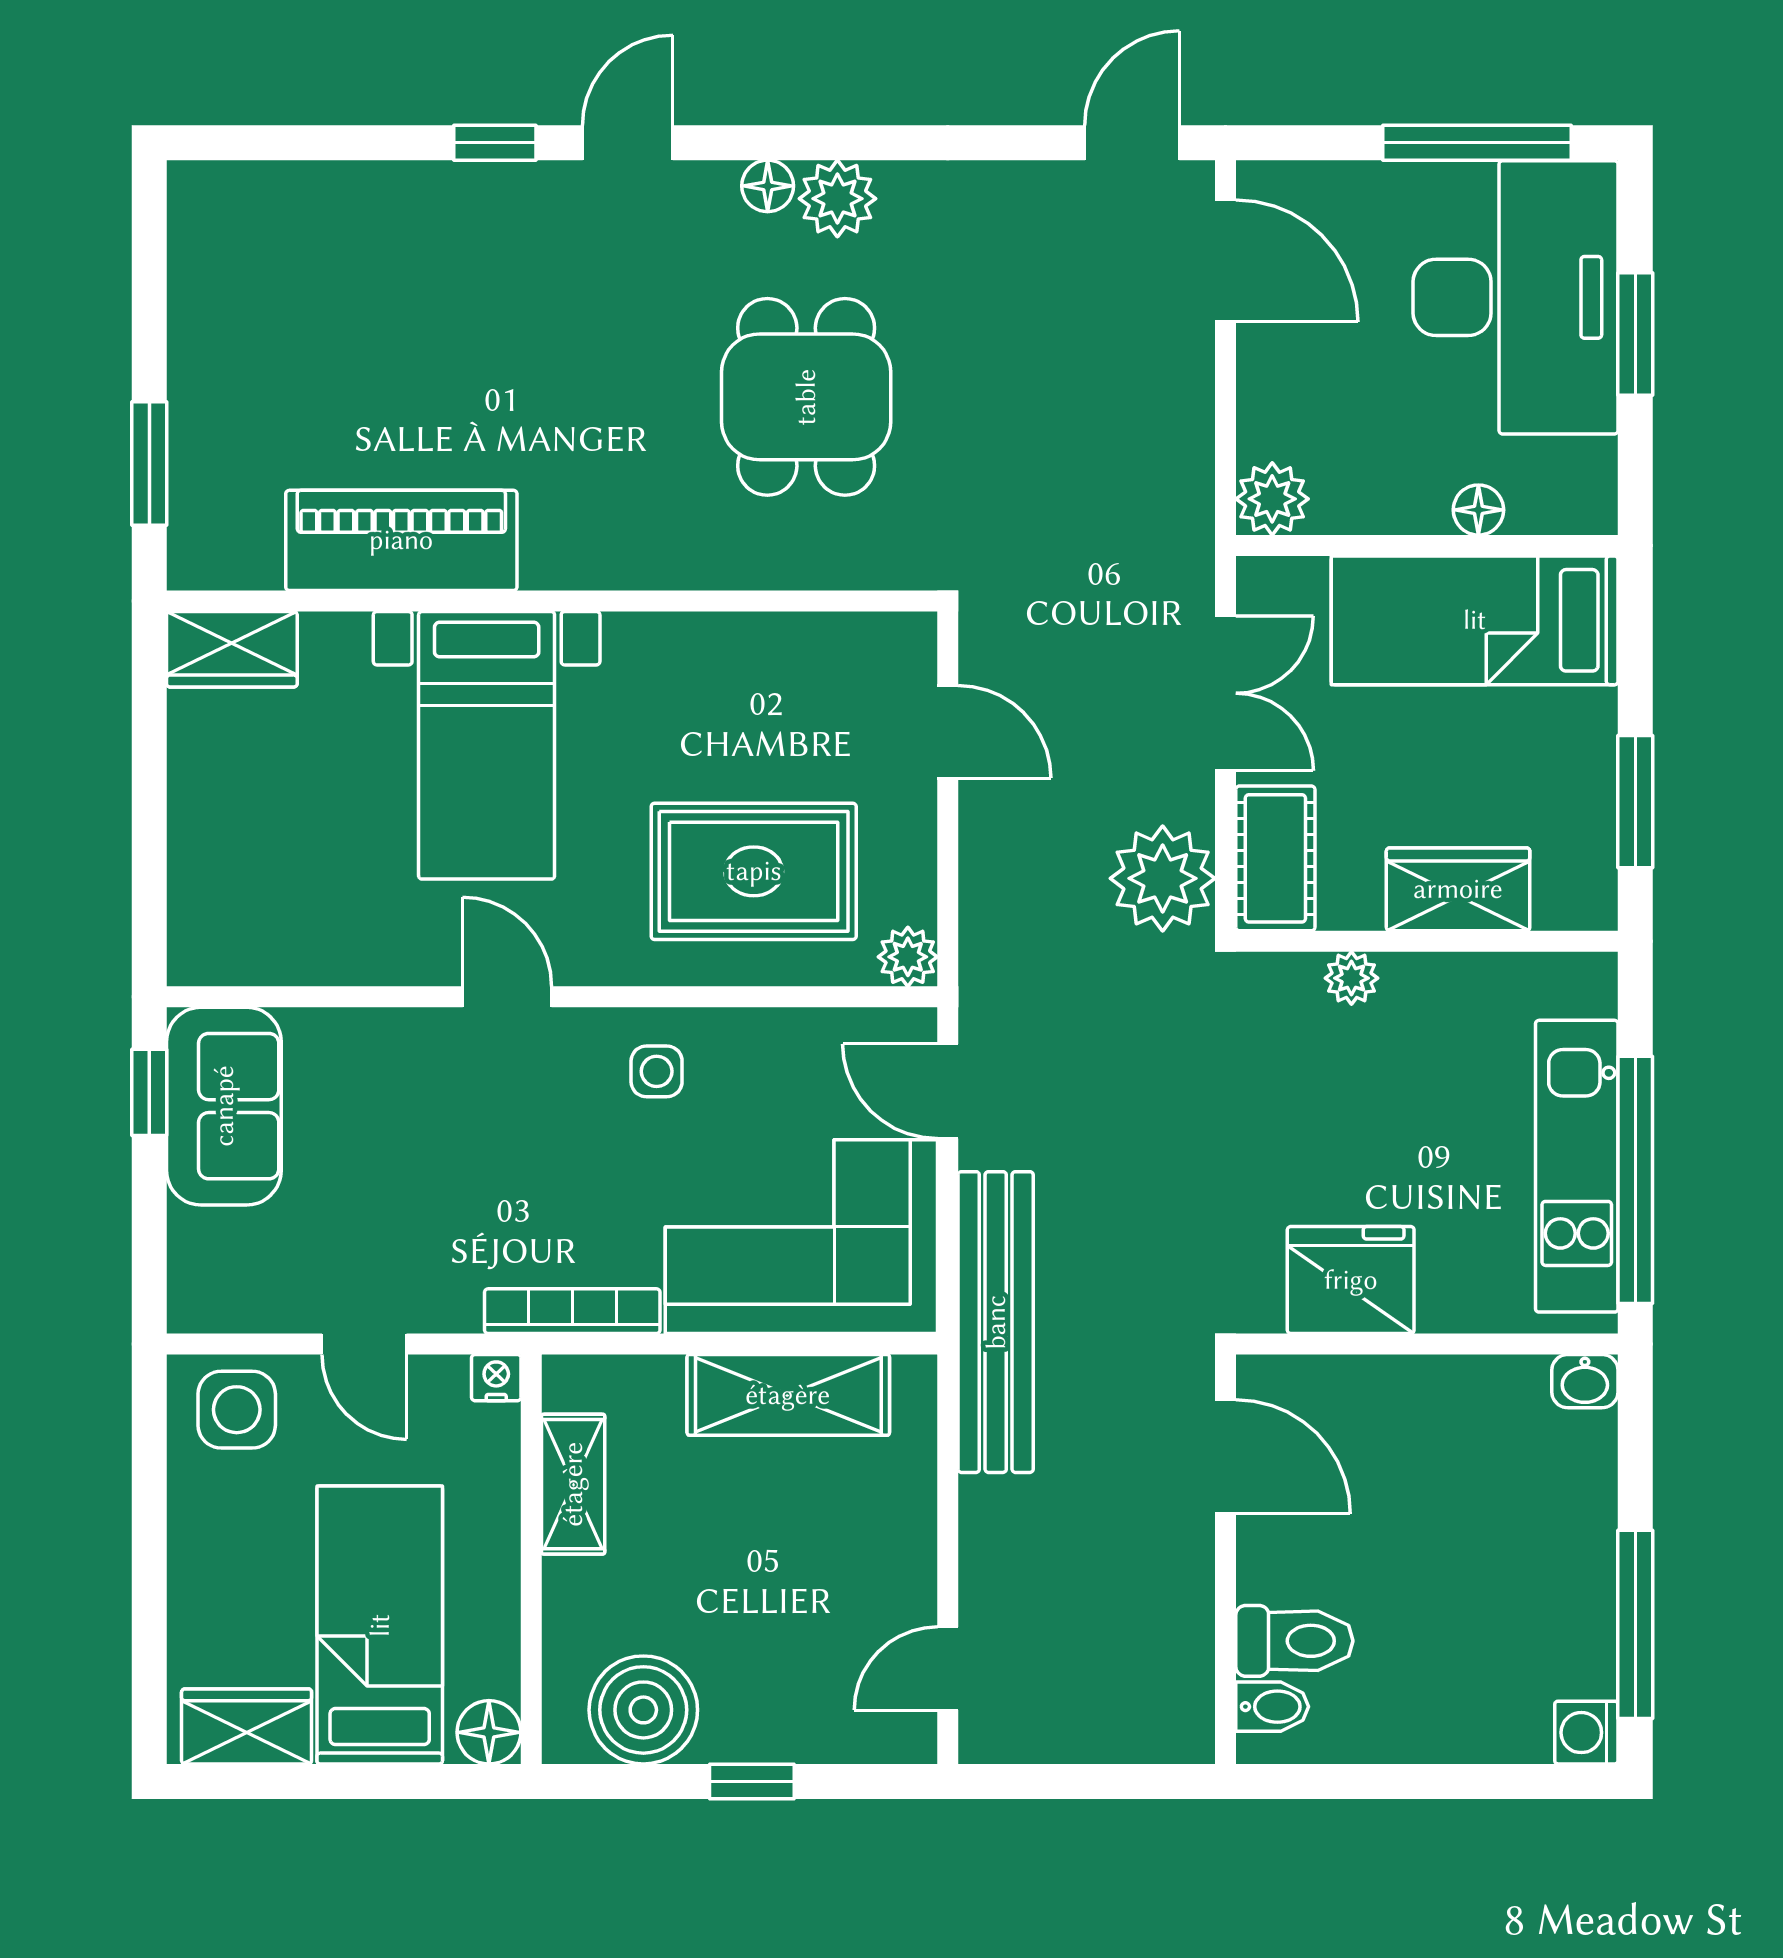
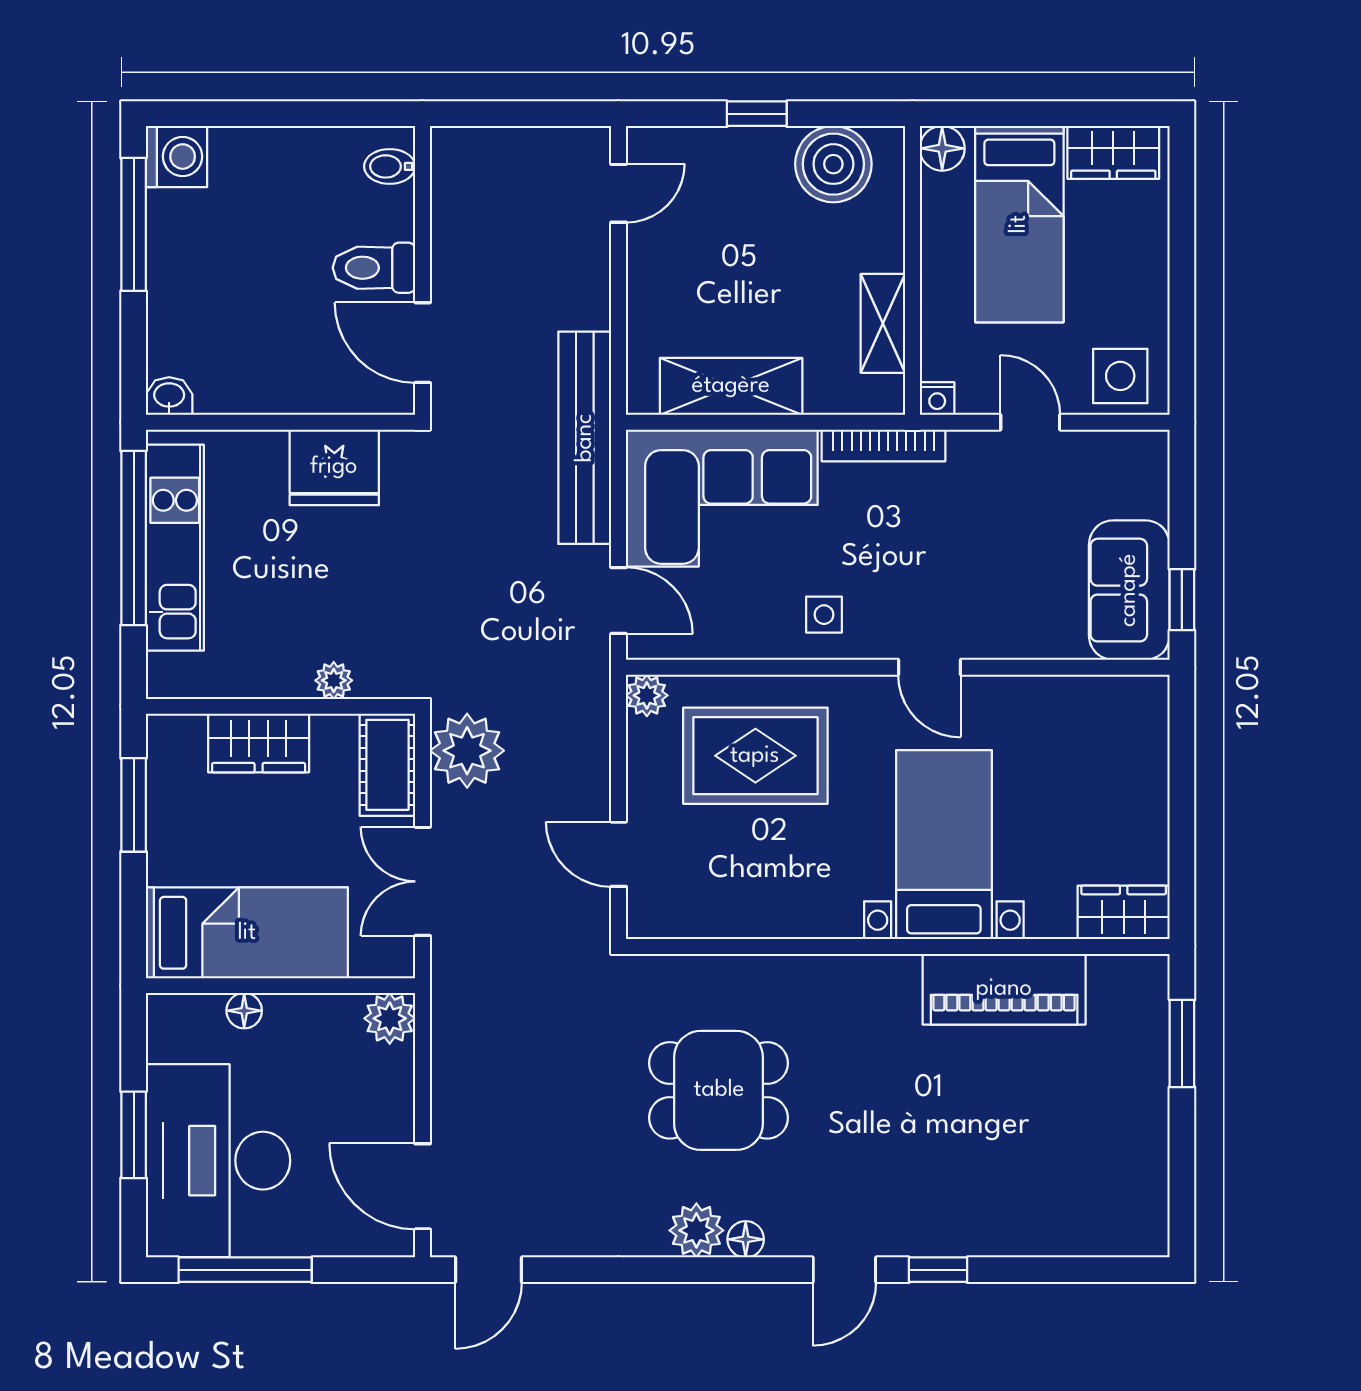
dining table: (806, 397) -> (719, 1090), turned 90
toilet: (1294, 1641) -> (374, 268), moved
washing machine: (1586, 1733) -> (176, 157), width x1.38, depth x1.38

